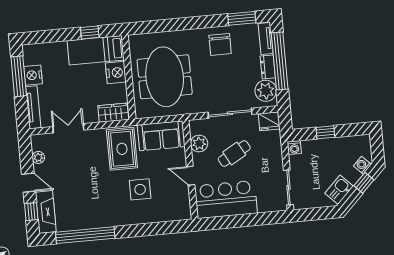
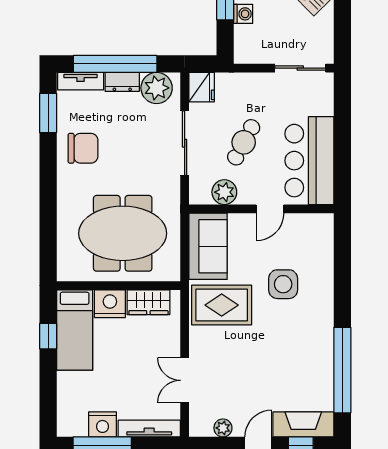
wardrobe: (113, 113) -> (148, 302), moved, turned -90
washing machine: (294, 148) -> (243, 14), moved
cafe table: (234, 154) -> (244, 142), turned 57

